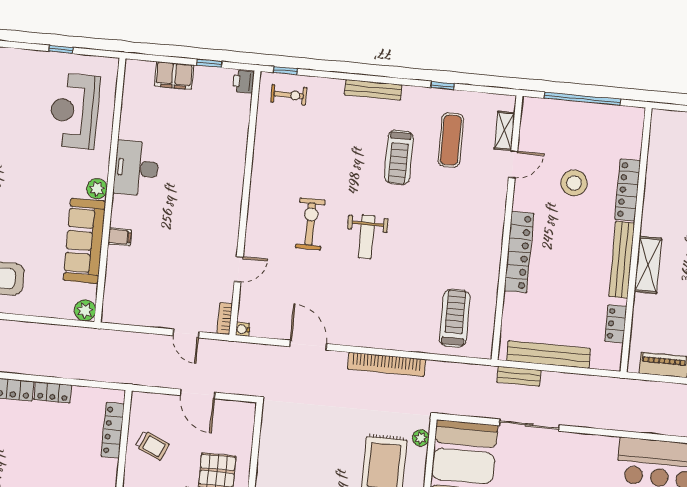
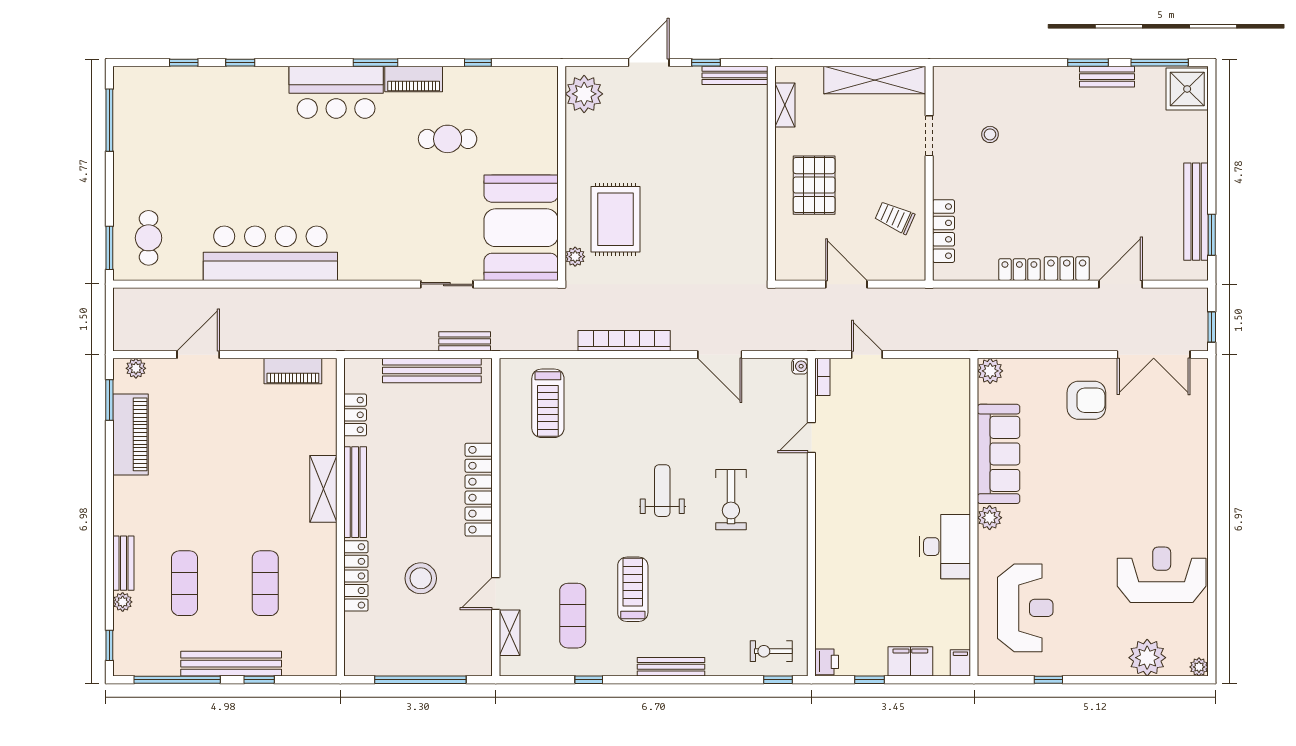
filing cabinet: (120, 237) -> (960, 663), moved, turned 90
sliding door: (529, 425) -> (447, 284), width x0.73

